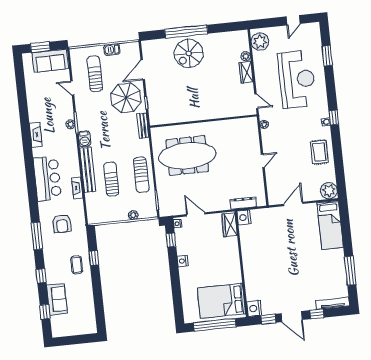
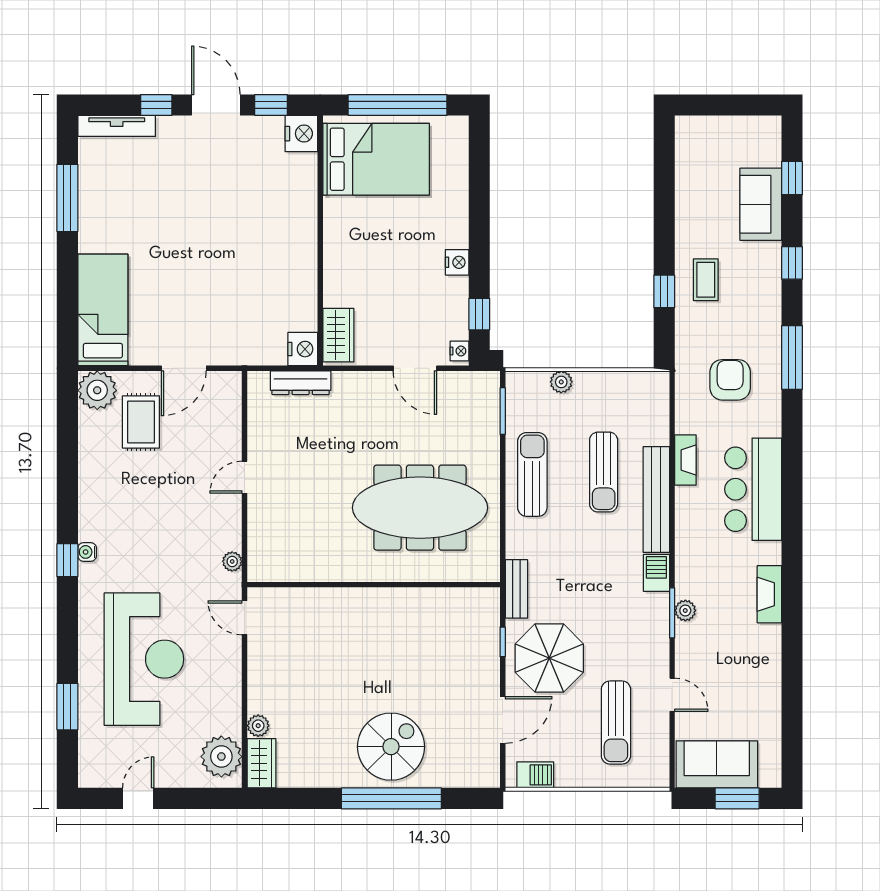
barbecue: (112, 50) -> (535, 775), moved
wardrobe: (246, 72) -> (262, 763), moved
reception desk: (297, 79) -> (144, 659), turned 180
rug: (319, 152) -> (141, 422), moved

